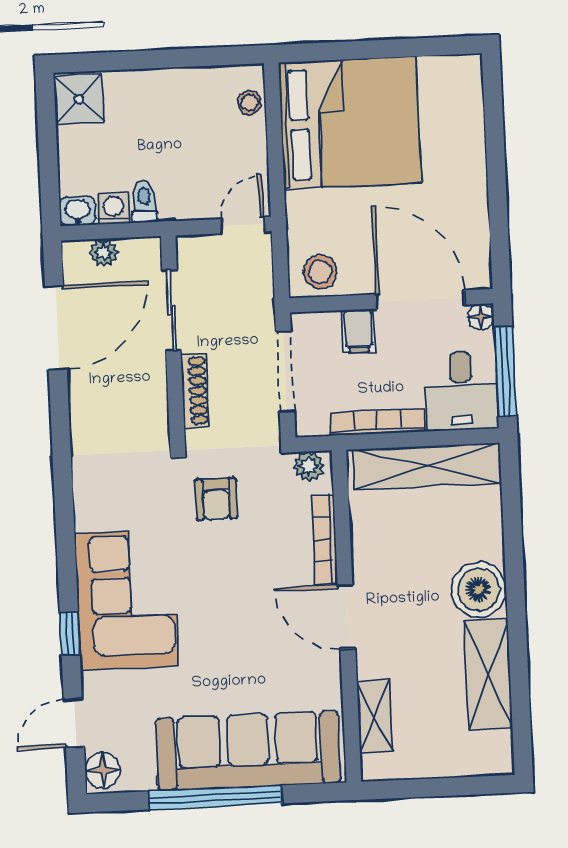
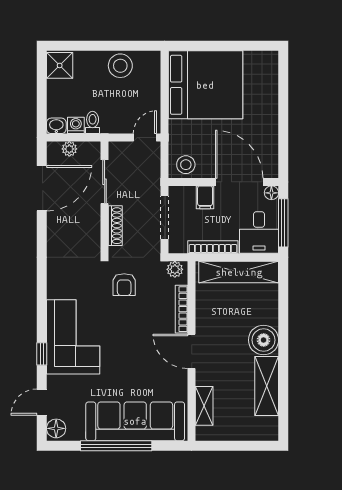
stool: (250, 103) -> (120, 66), moved, width x1.89, depth x1.89

